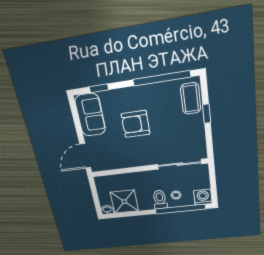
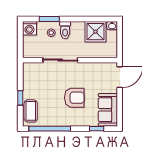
sliding door: (180, 164) -> (60, 60), moved
window: (180, 209) -> (49, 19), width x0.47

